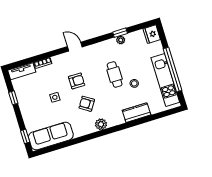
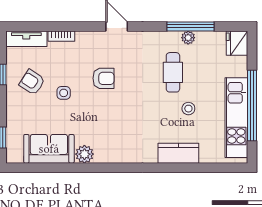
window: (120, 33) -> (191, 26), width x2.17
cafe table: (115, 74) -> (173, 72), moved
armchair: (87, 104) -> (32, 82), moved
plant: (101, 124) -> (84, 154), moved
sofa: (51, 136) -> (49, 149), width x0.73

